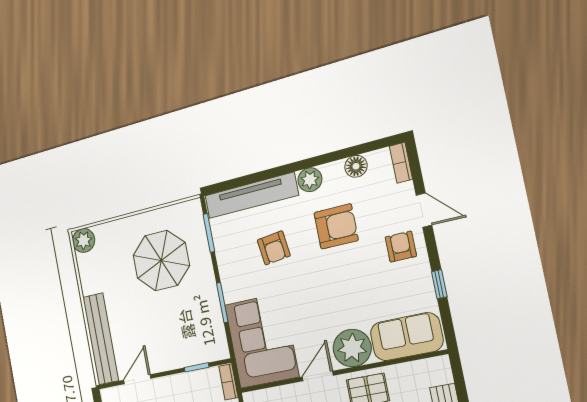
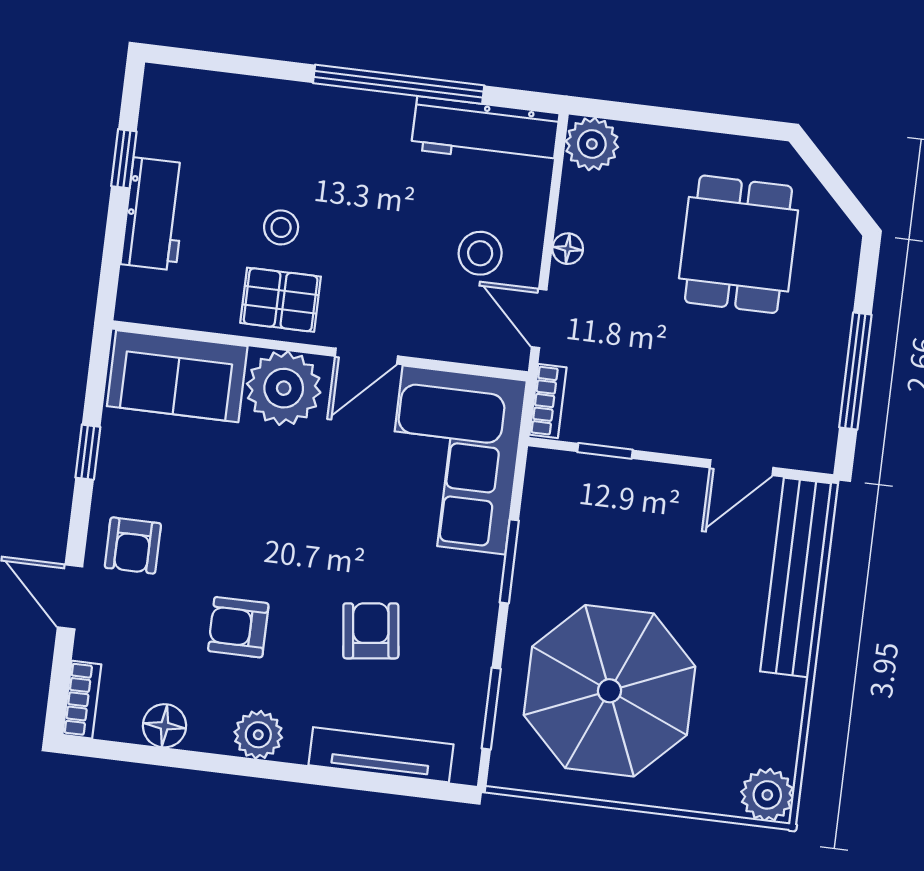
tv unit: (251, 195) -> (381, 755), width x0.73, depth x0.78
armchair: (336, 226) -> (238, 627), width x0.72, depth x0.72
parasol: (161, 260) -> (609, 691), width x1.36, depth x1.36

